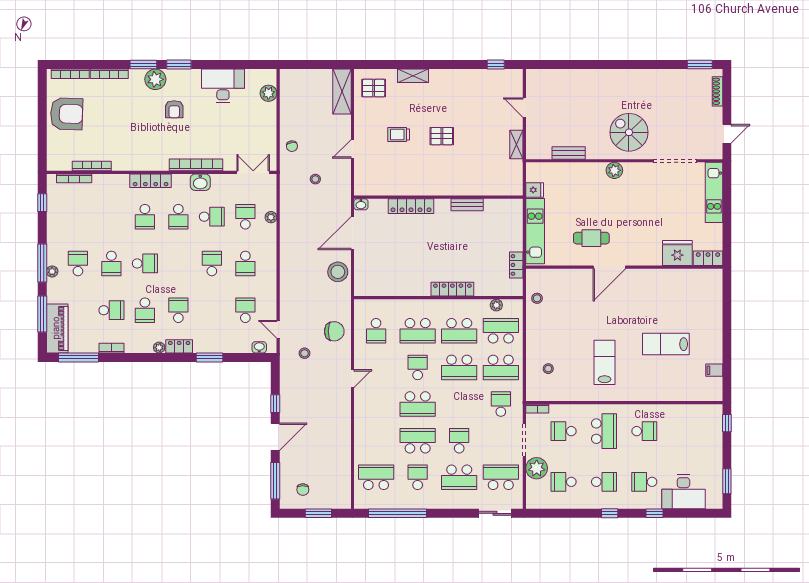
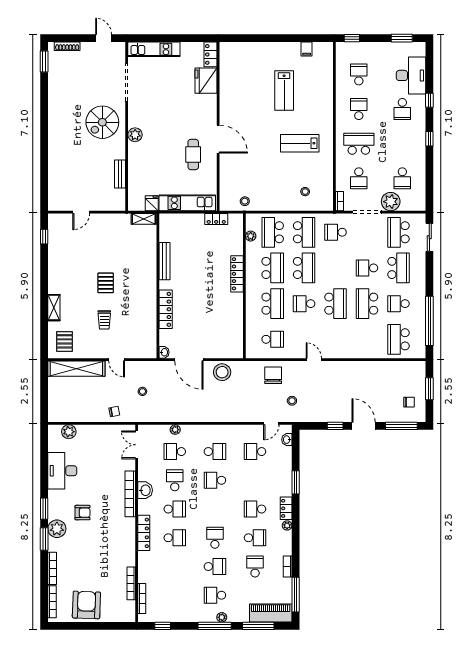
shelving: (342, 92) -> (76, 369), width x1.47
shelving: (516, 145) -> (144, 219), moved
bench: (467, 205) -> (165, 261), width x1.36
school desk: (604, 482) -> (359, 74), moved

